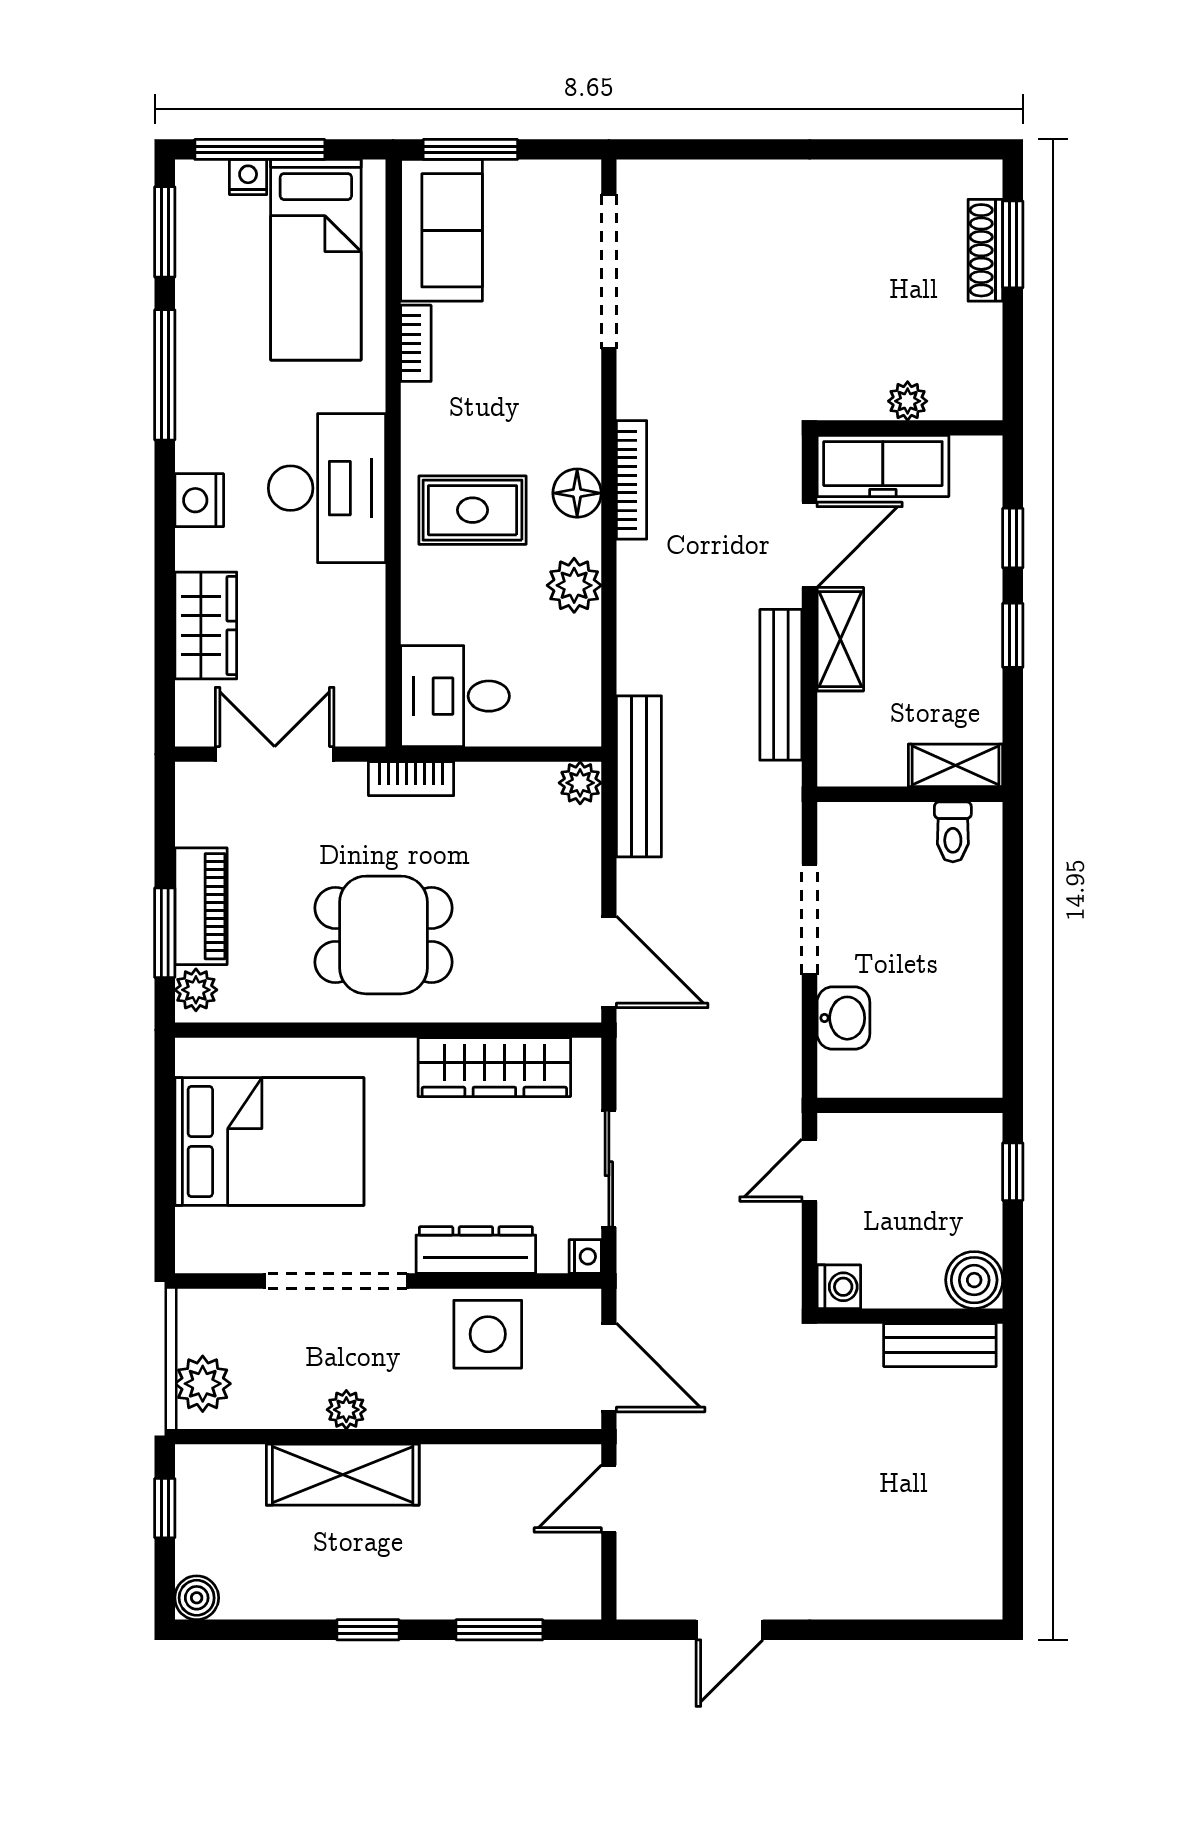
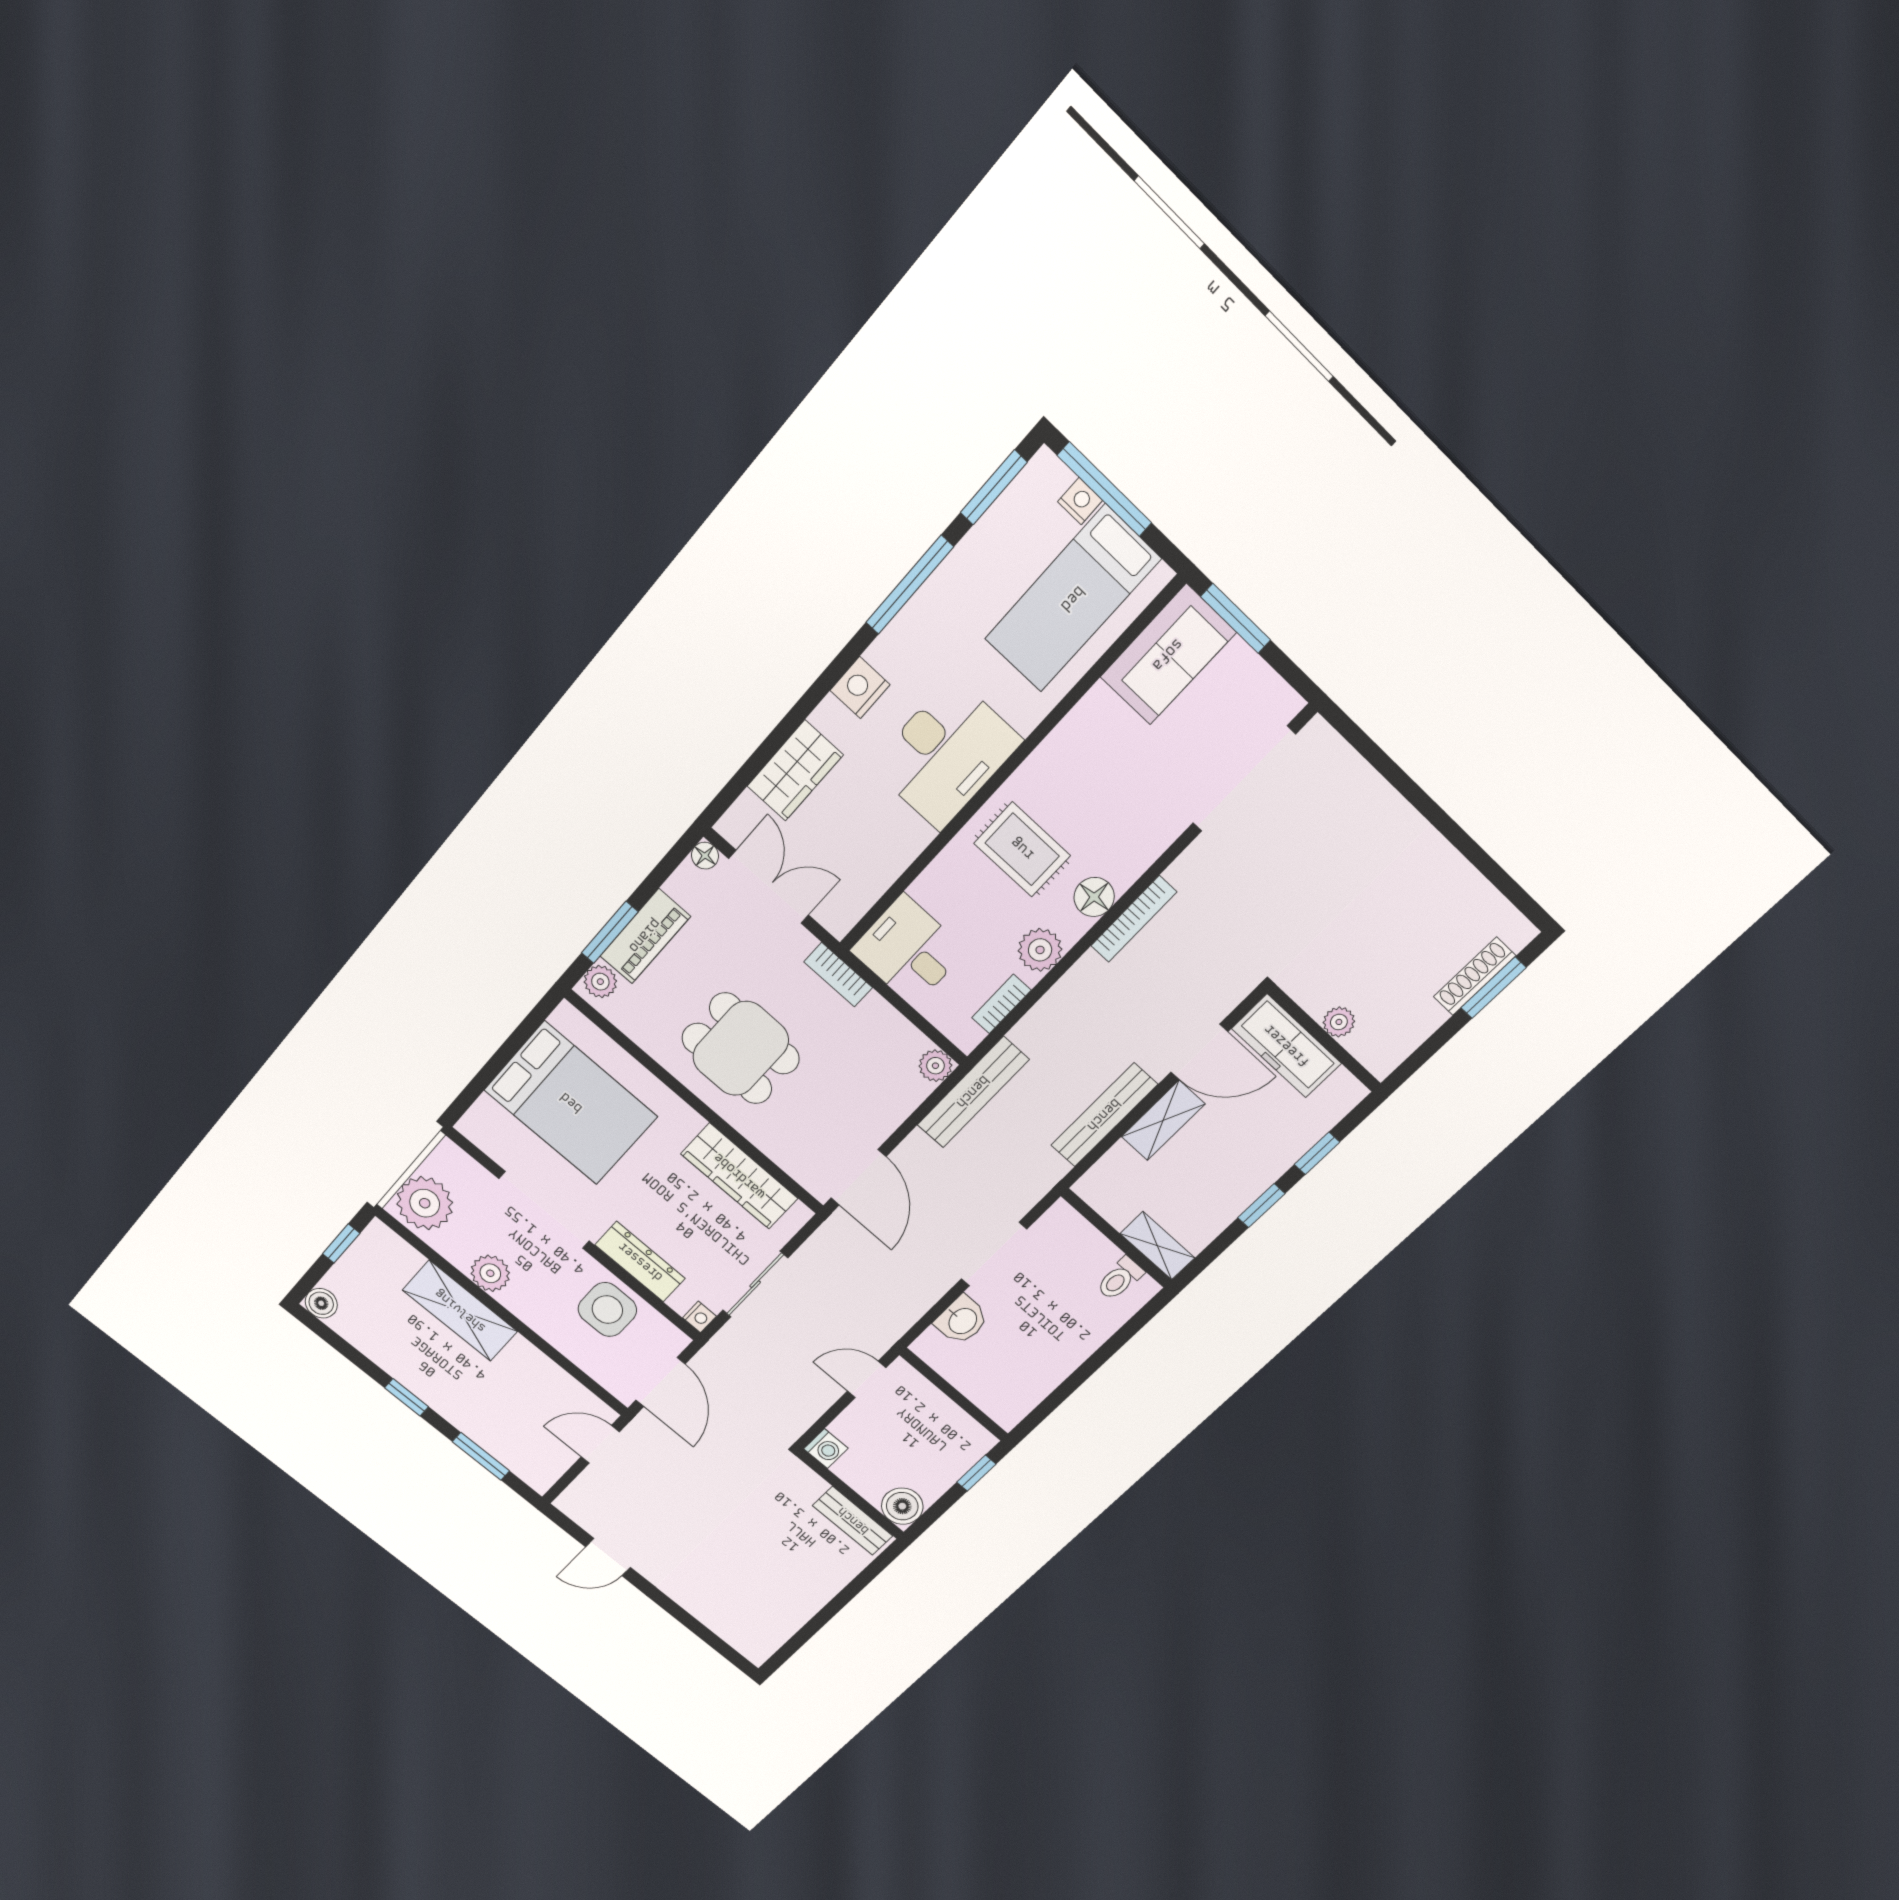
bookcase: (416, 343) -> (1001, 1004), moved, turned 180
floor lamp: (191, 778) -> (705, 856), added
plant: (203, 1384) -> (425, 1203), width x1.36, depth x1.36
plant: (346, 1410) -> (490, 1273), width x1.38, depth x1.38

